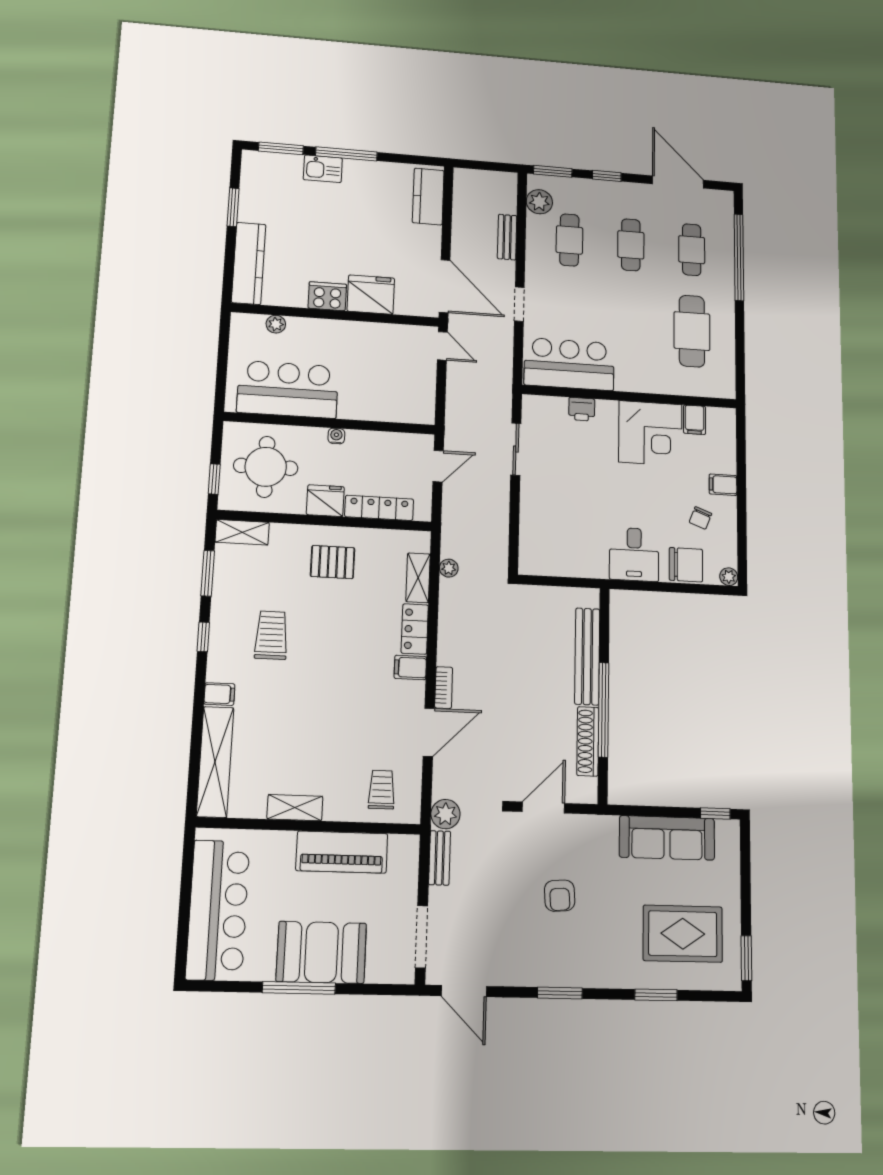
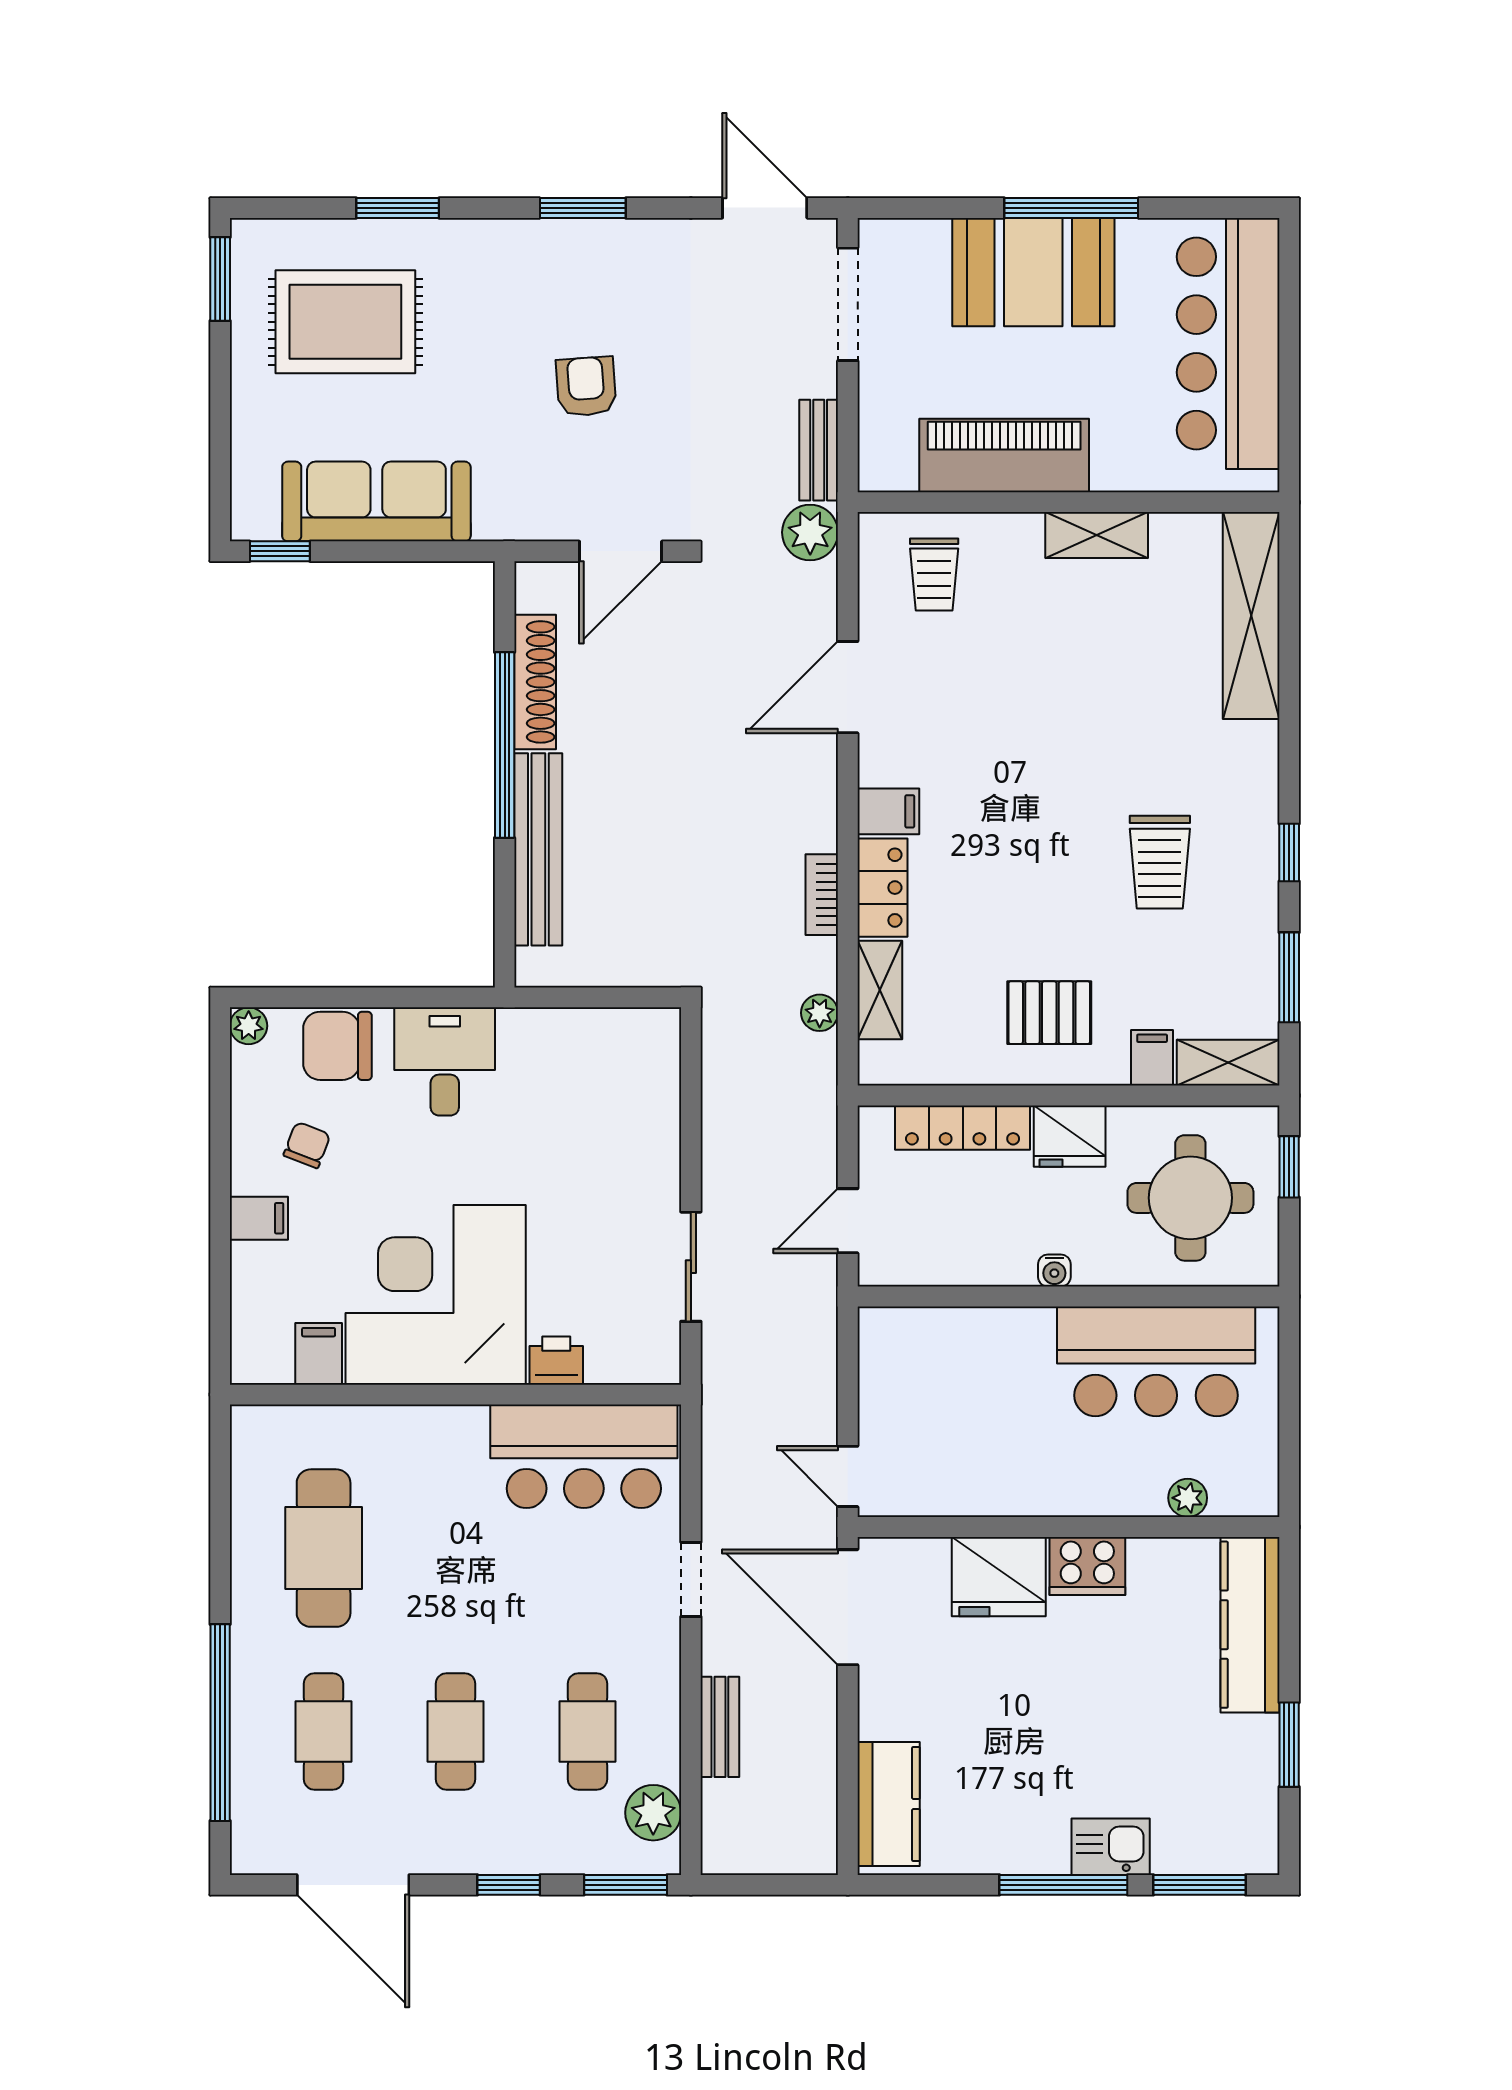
corner desk: (650, 433) -> (436, 1295), width x1.36, depth x1.36
bookcase: (444, 688) -> (822, 895), moved
filing cabinet: (219, 694) -> (1152, 1058), moved, turned 90

